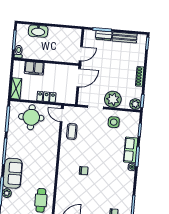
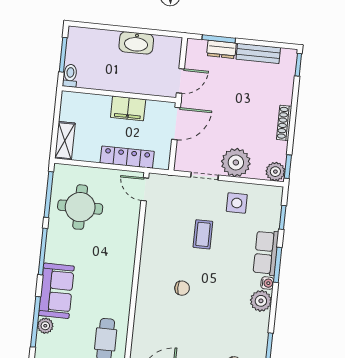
washbasin: (38, 31) -> (136, 43), moved
filing cabinet: (34, 68) -> (128, 108), moved
locker: (46, 97) -> (127, 157), width x1.53
round table: (31, 117) -> (80, 207), moved
coffee table: (72, 131) -> (203, 234), moved
plant: (128, 177) -> (261, 301), added

